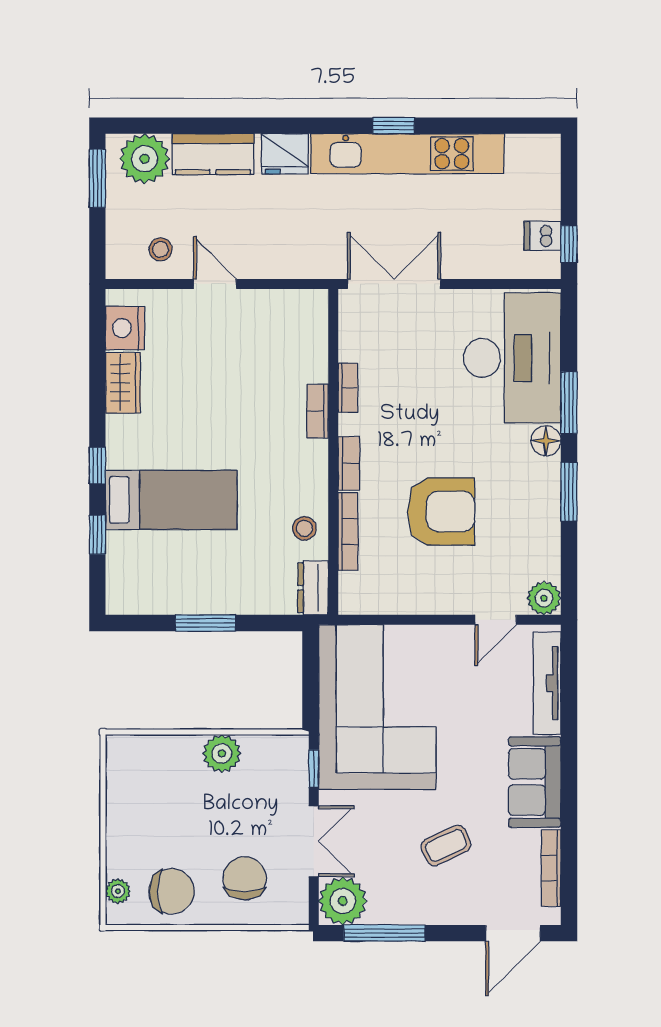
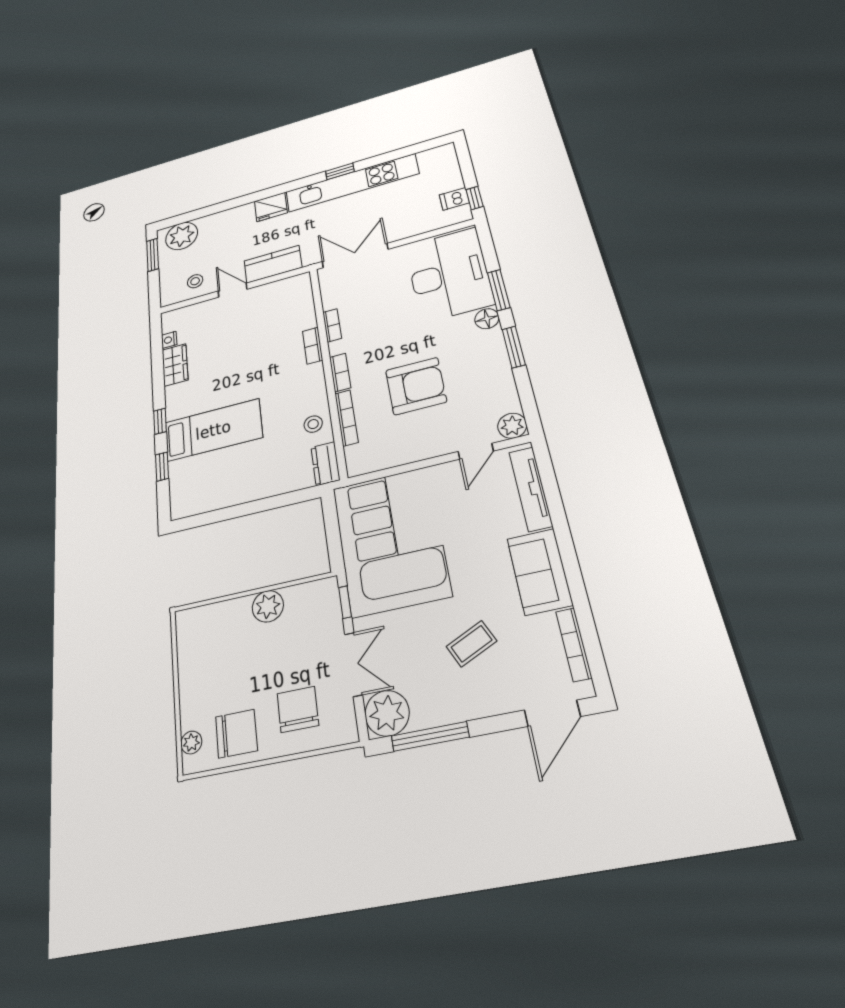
kitchen counter: (213, 154) -> (273, 264), moved, turned 180
nightstand: (125, 328) -> (169, 340), width x0.53, depth x0.56
window: (205, 623) -> (246, 509), removed

